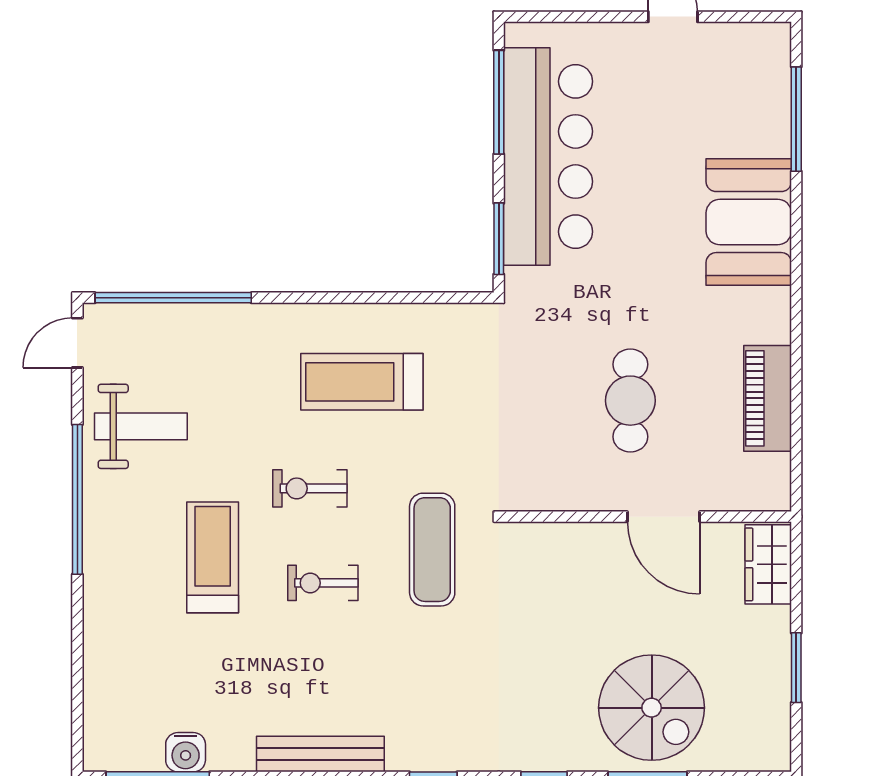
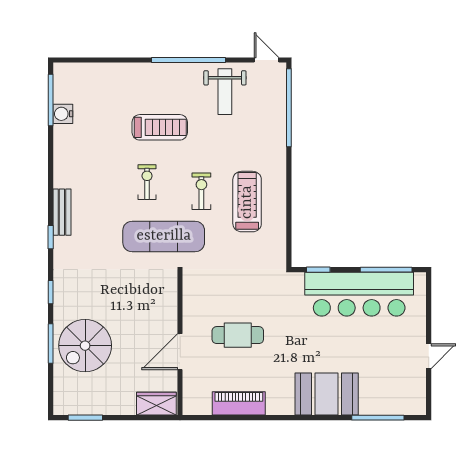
window: (499, 239) -> (318, 270), width x0.67
exercise bike: (310, 488) -> (201, 191), moved
exercise mat: (432, 550) -> (164, 236), width x1.36, depth x1.45
window: (796, 668) -> (85, 418), moved
bench: (320, 754) -> (62, 212), moved, width x0.73

